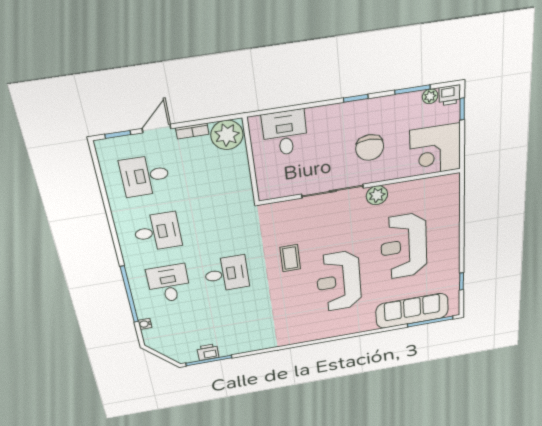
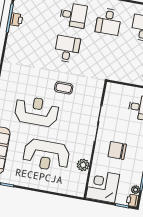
plant: (377, 195) -> (83, 165), moved
reception desk: (404, 246) -> (46, 155), turned 180
desk: (227, 274) -> (67, 49), turned 180

